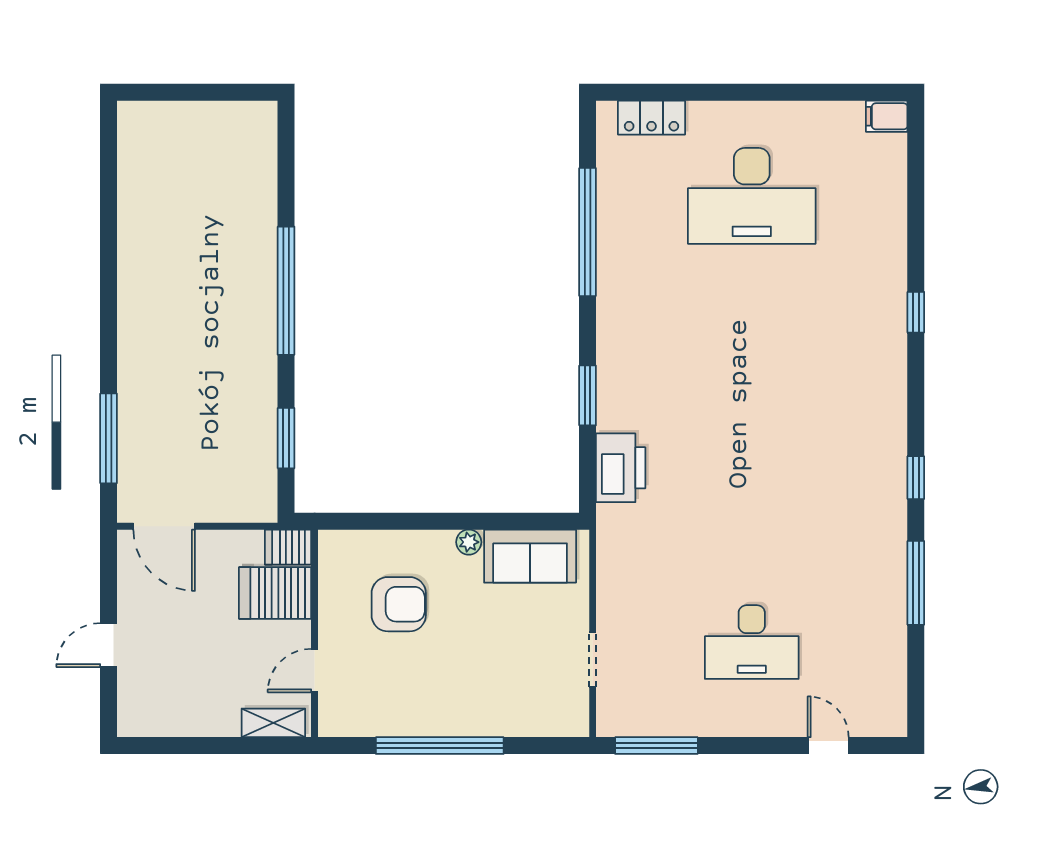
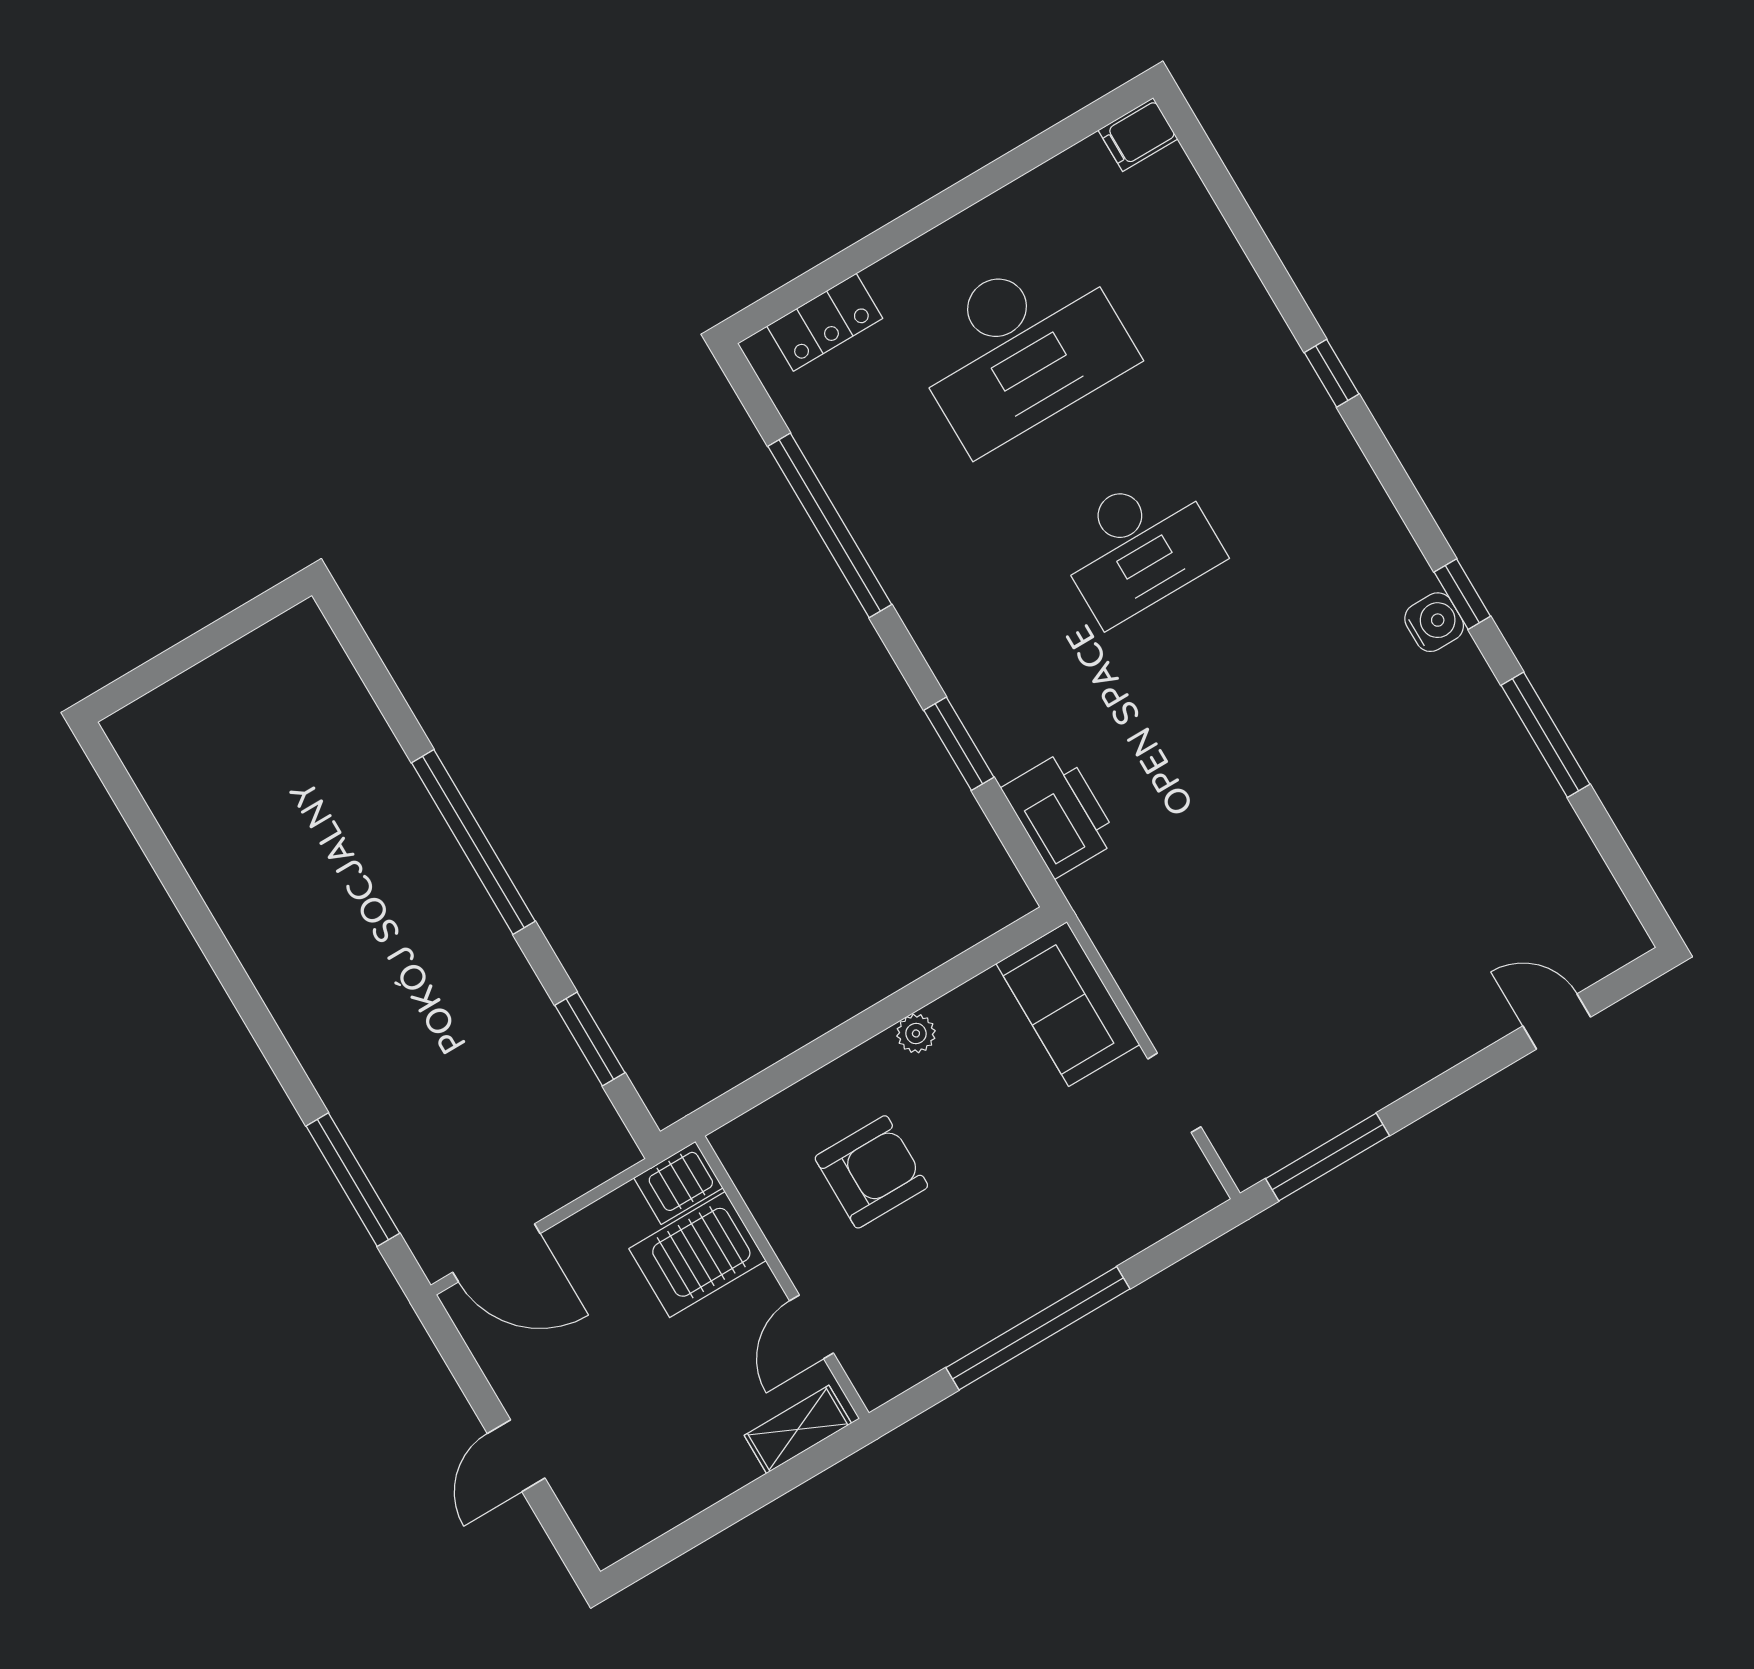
water cooler: (891, 484) -> (1434, 622), added
sofa: (530, 556) -> (1068, 1004), moved, turned 90
desk: (752, 642) -> (1138, 546), moved

